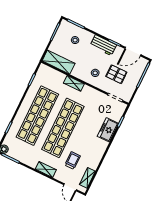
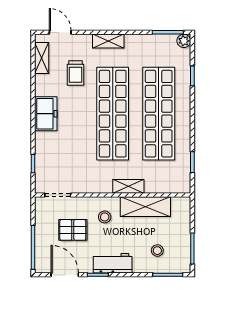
door: (133, 52) -> (65, 275), hinge flipped
shelving: (59, 62) -> (145, 207), moved
freezer: (108, 130) -> (46, 114), moved

